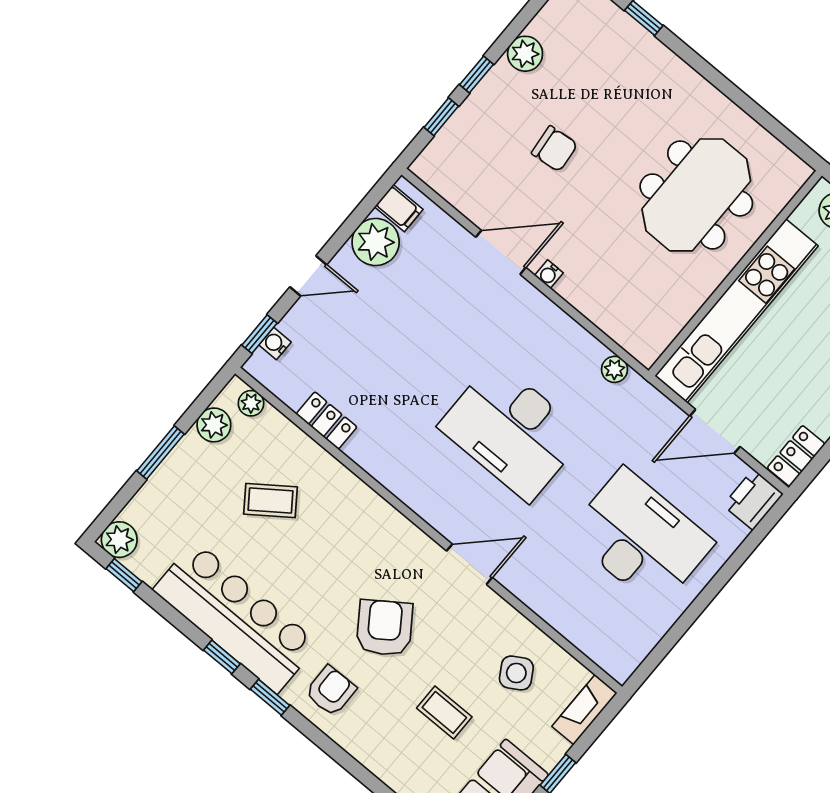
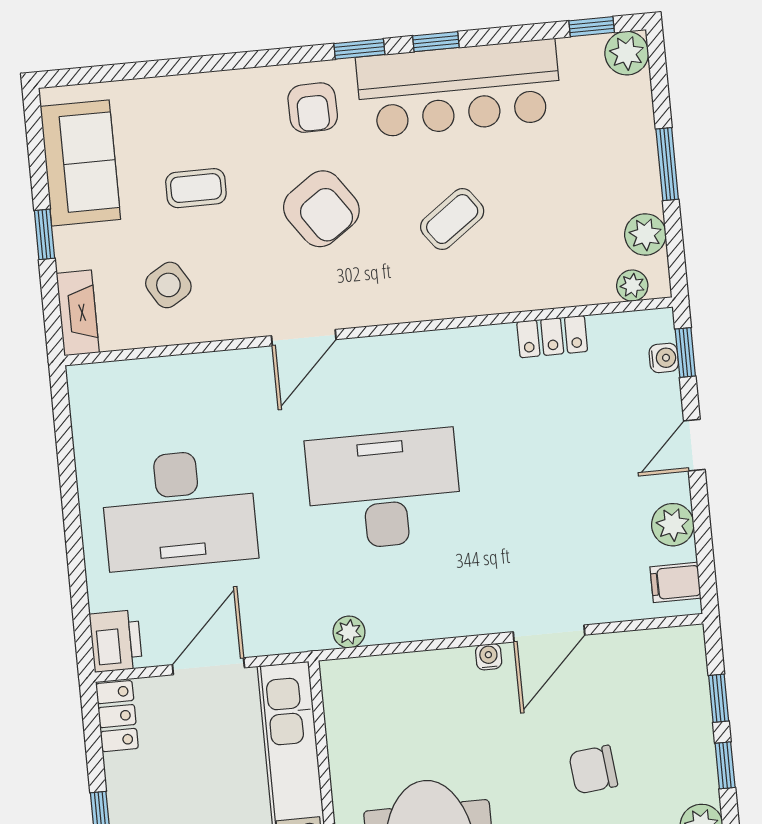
plant: (376, 242) -> (673, 525), width x0.73, depth x0.73
coffee table: (271, 501) -> (452, 219), moved

